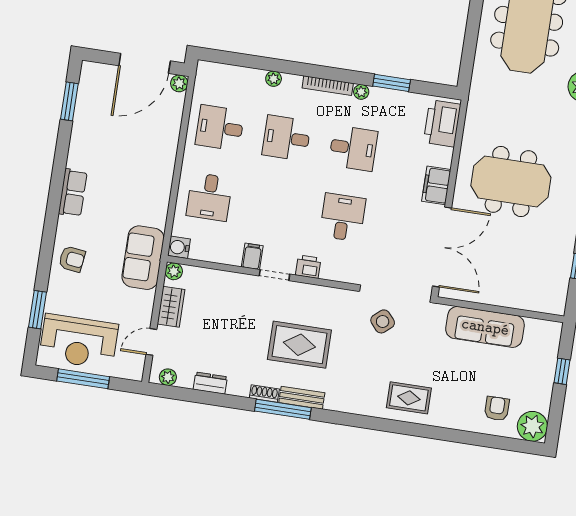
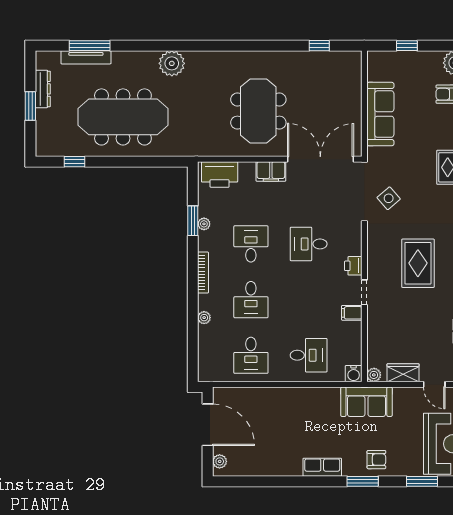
plant: (179, 83) -> (220, 461), moved
plant: (361, 92) -> (204, 224), moved
window: (69, 101) -> (363, 481), moved
armchair: (72, 259) -> (376, 460), turned 83

